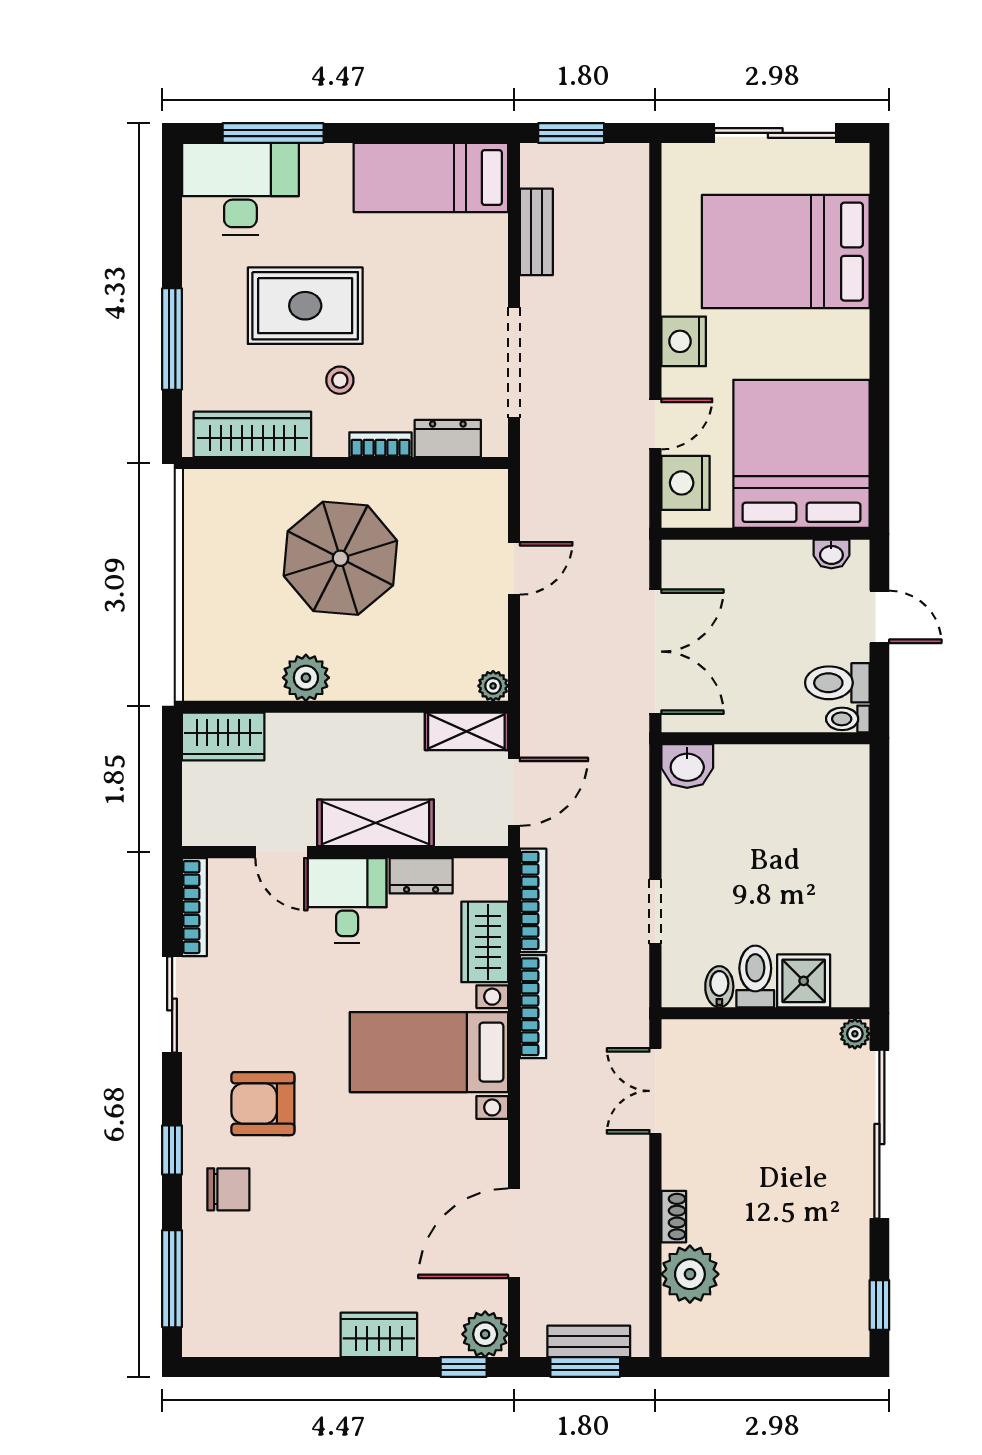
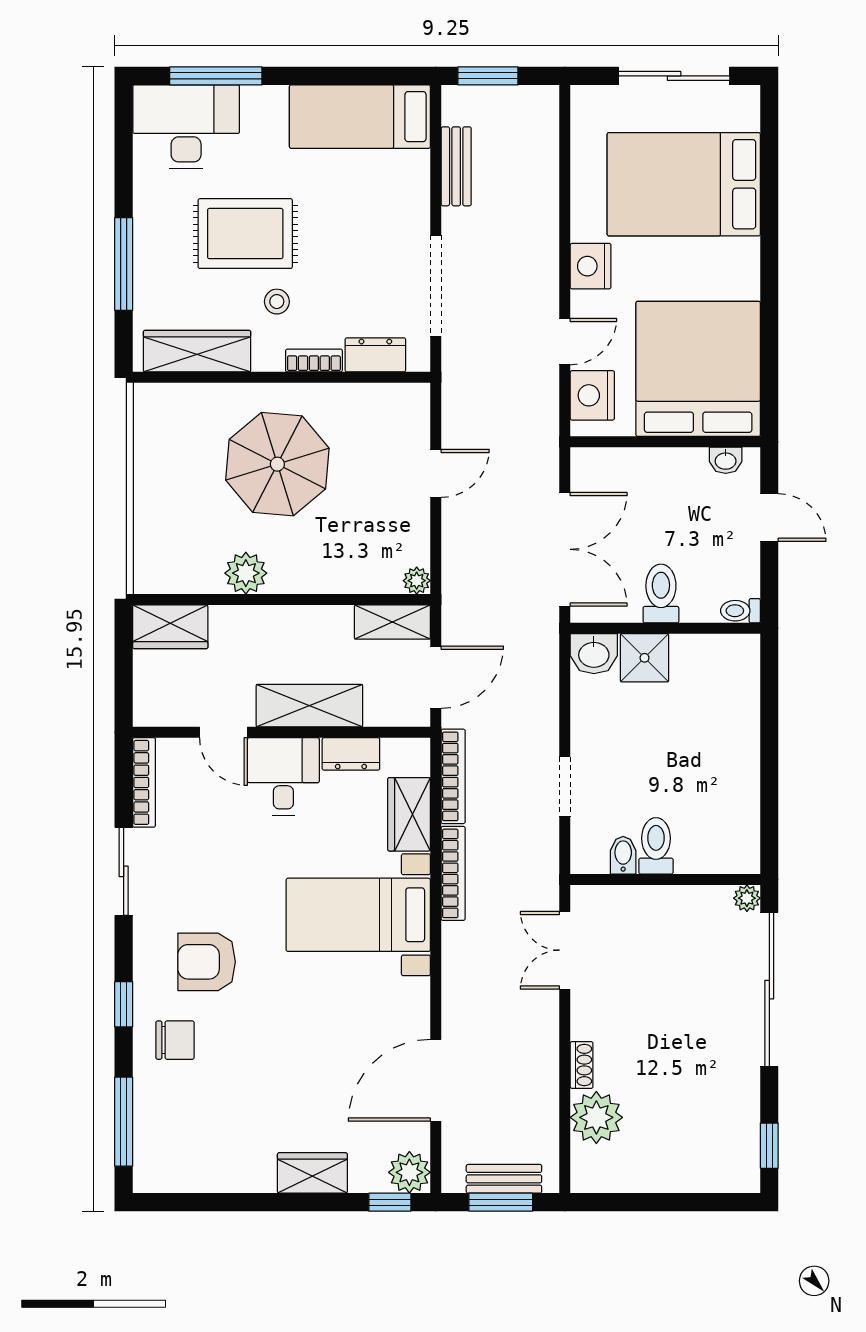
toilet: (837, 683) -> (661, 593), moved, turned 90
shower: (804, 981) -> (645, 658), moved

